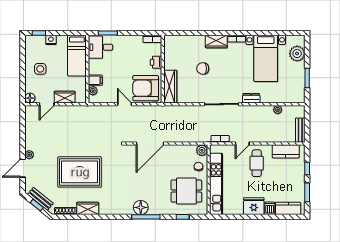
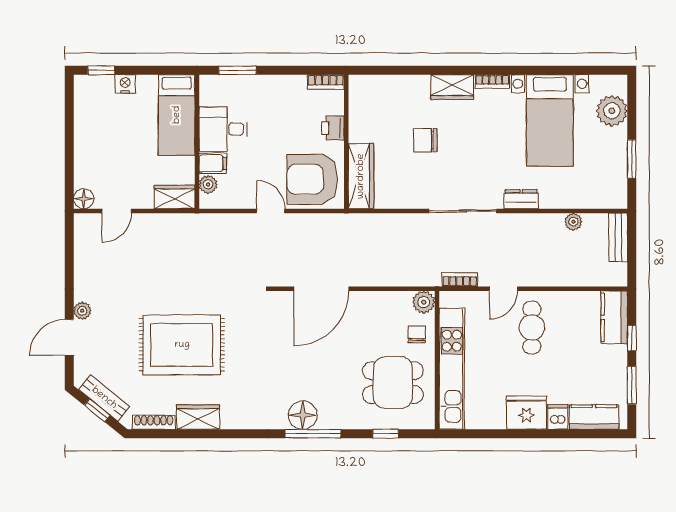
desk: (100, 47) -> (223, 129), moved
side table: (40, 69) -> (104, 141), removed
wardrobe: (65, 97) -> (174, 197), moved
bench: (300, 130) -> (618, 237), moved
kitchen counter: (286, 151) -> (614, 317), moved, turned 90

